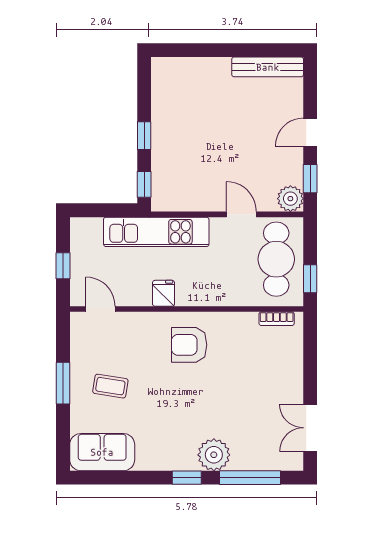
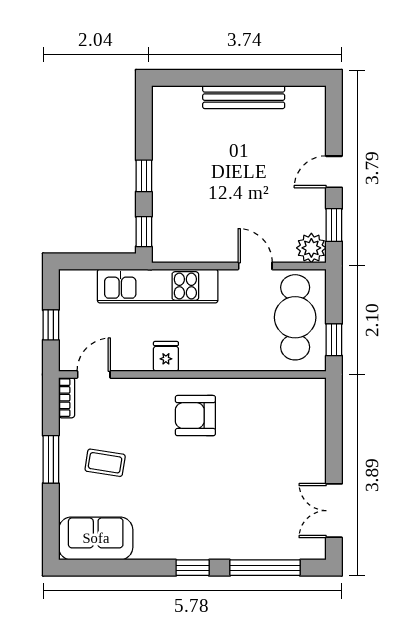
bench: (268, 67) -> (244, 97), moved
door: (101, 309) -> (94, 374), hinge flipped
bookcase: (277, 319) -> (67, 398), moved, turned -90
plant: (214, 455) -> (224, 541), removed

